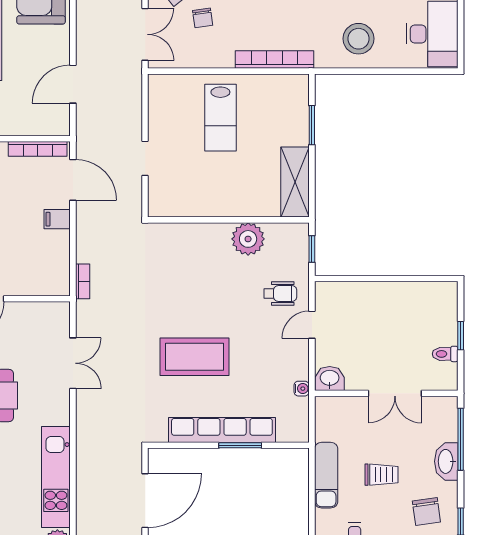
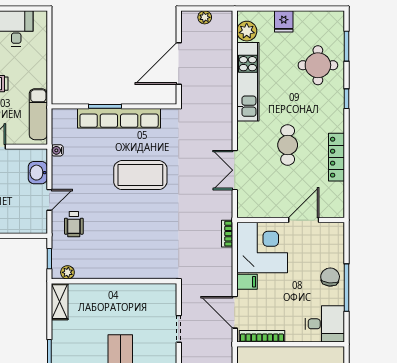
shelving: (295, 182) -> (60, 302), width x0.67, depth x0.75
plant: (248, 239) -> (67, 272), moved, width x0.53, depth x0.53
corner desk: (38, 263) -> (262, 247), added
wheelchair: (280, 293) -> (74, 224), turned -90
washbasin: (330, 379) -> (38, 173), moved, turned 90
exam couch: (326, 475) -> (38, 114), moved

